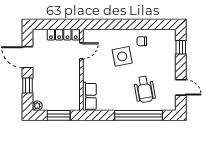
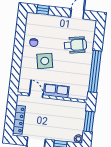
locker: (63, 35) -> (19, 120), moved
row of seats: (89, 96) -> (56, 91), moved
window: (139, 115) -> (95, 71), moved

